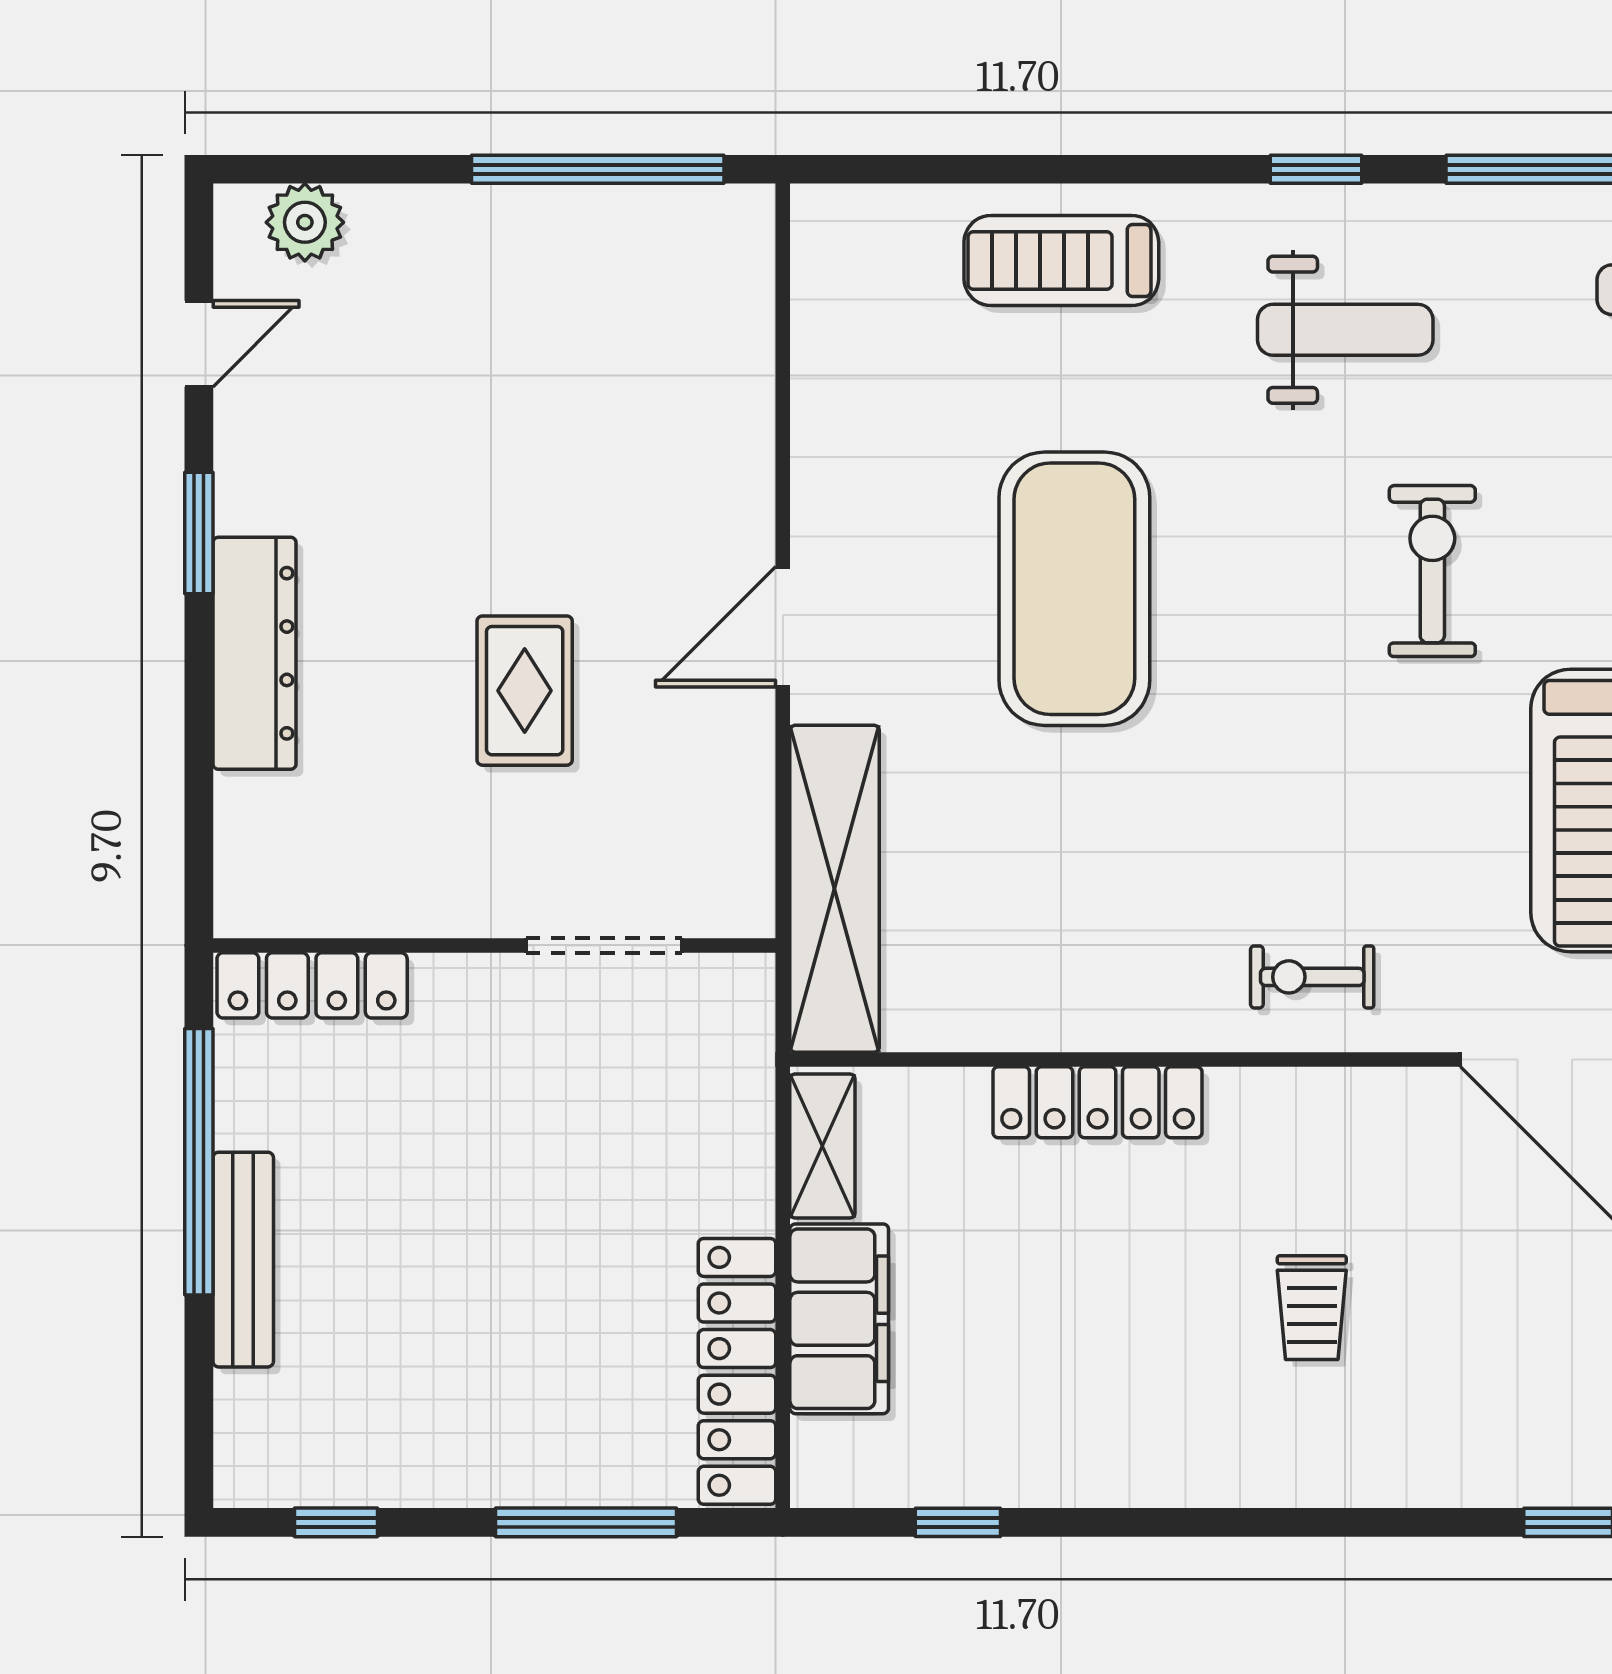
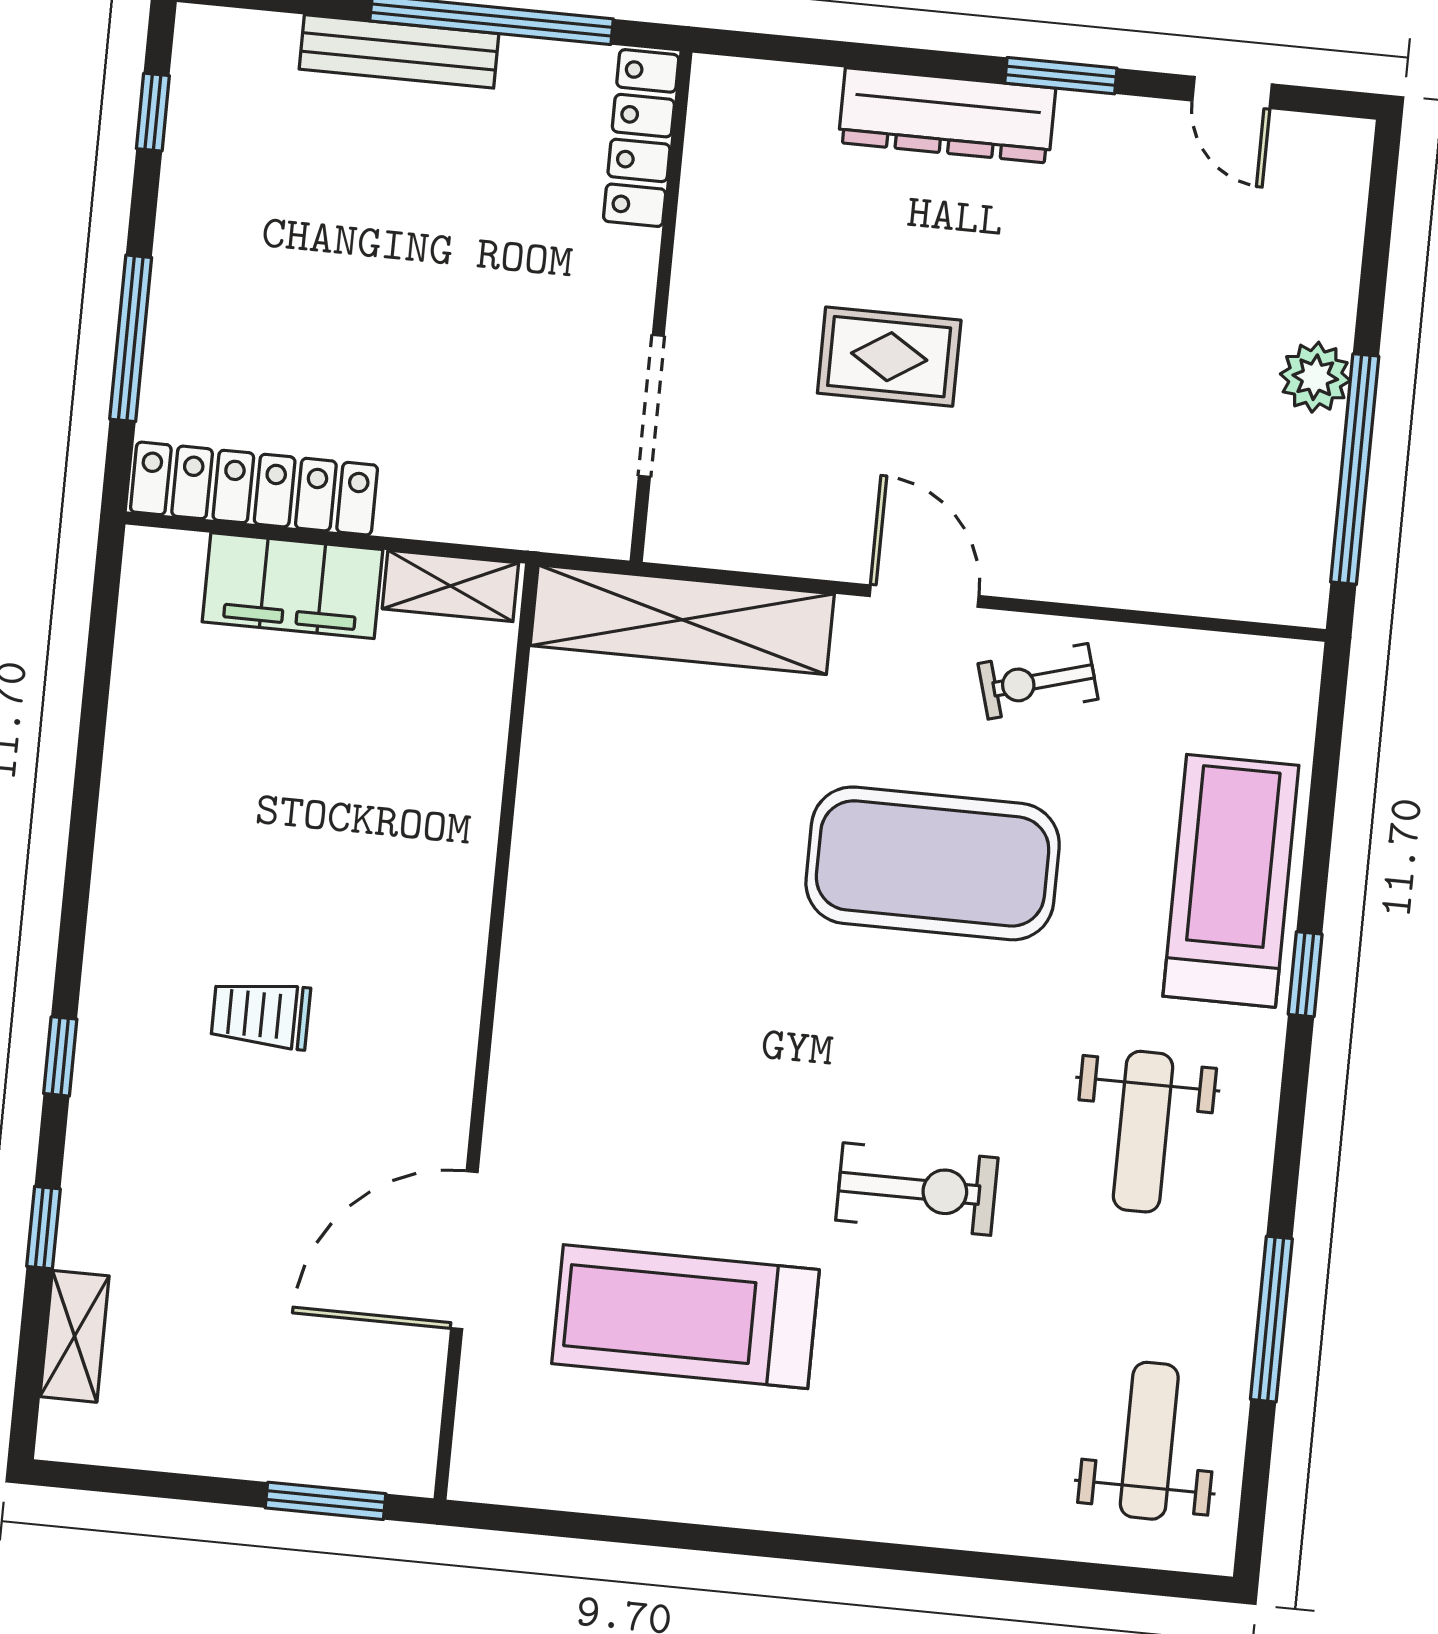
window: (1316, 169) -> (1305, 974), moved
plant: (305, 222) -> (1315, 377), moved
treadmill: (1061, 261) -> (1231, 881), width x1.37, depth x1.38
exercise bike: (1312, 977) -> (1038, 681), moved, turned -106
locker: (1098, 1102) -> (466, 839), removed
window: (958, 1522) -> (60, 1056), moved

